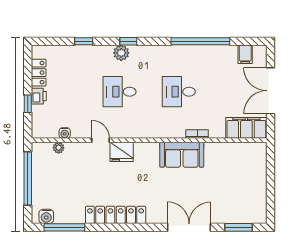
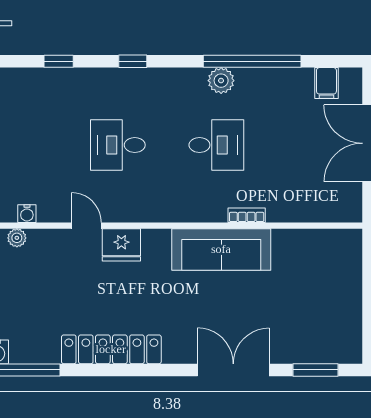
plant: (121, 53) -> (221, 81), moved
desk: (179, 92) -> (216, 145), turned 180
filing cabinet: (246, 128) -> (328, 205), removed
sofa: (182, 155) -> (221, 249), width x1.36

